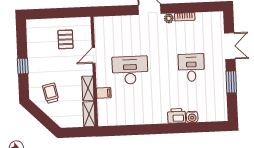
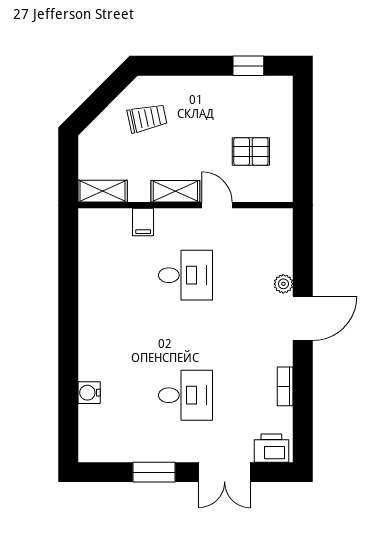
plant: (169, 18) -> (283, 284), moved
window: (23, 66) -> (248, 66), moved
desk: (130, 70) -> (185, 275), width x0.73
shelving: (88, 88) -> (175, 191), moved
printer: (177, 116) -> (271, 448), moved, turned -90

